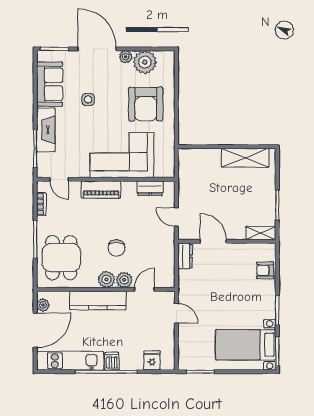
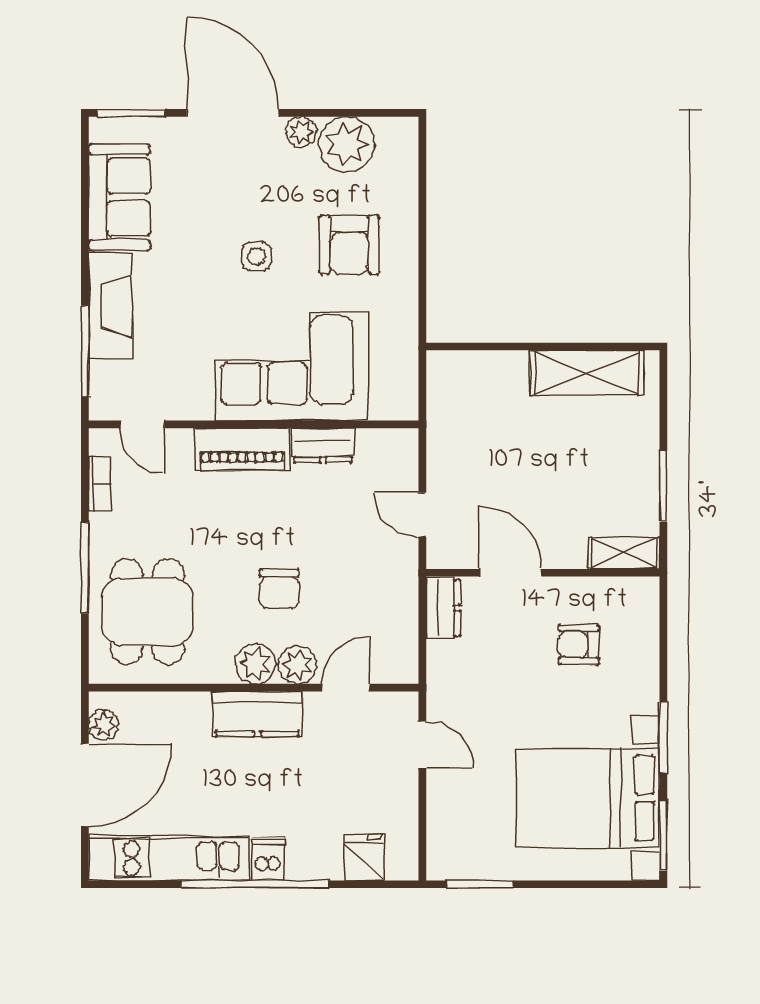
side table: (88, 100) -> (256, 256), moved
armchair: (146, 104) -> (349, 245), width x0.73, depth x0.73
dresser: (150, 188) -> (323, 446), moved
armchair: (265, 270) -> (579, 644), moved
kitchen counter: (98, 300) -> (257, 714), width x0.67
bed with nightstands: (246, 345) -> (588, 798), width x1.36

